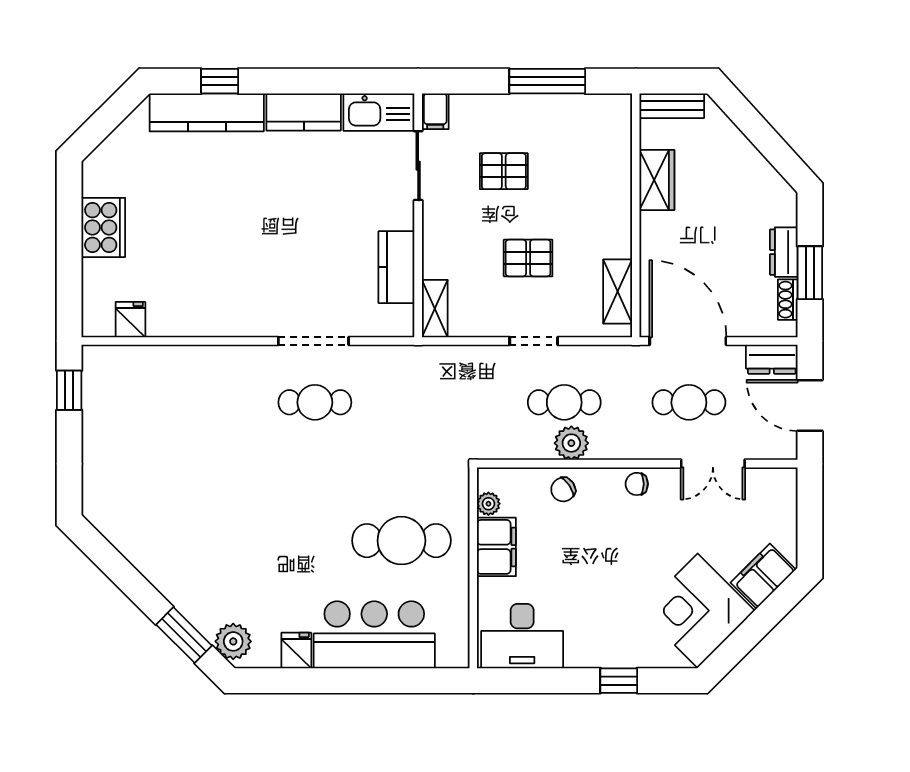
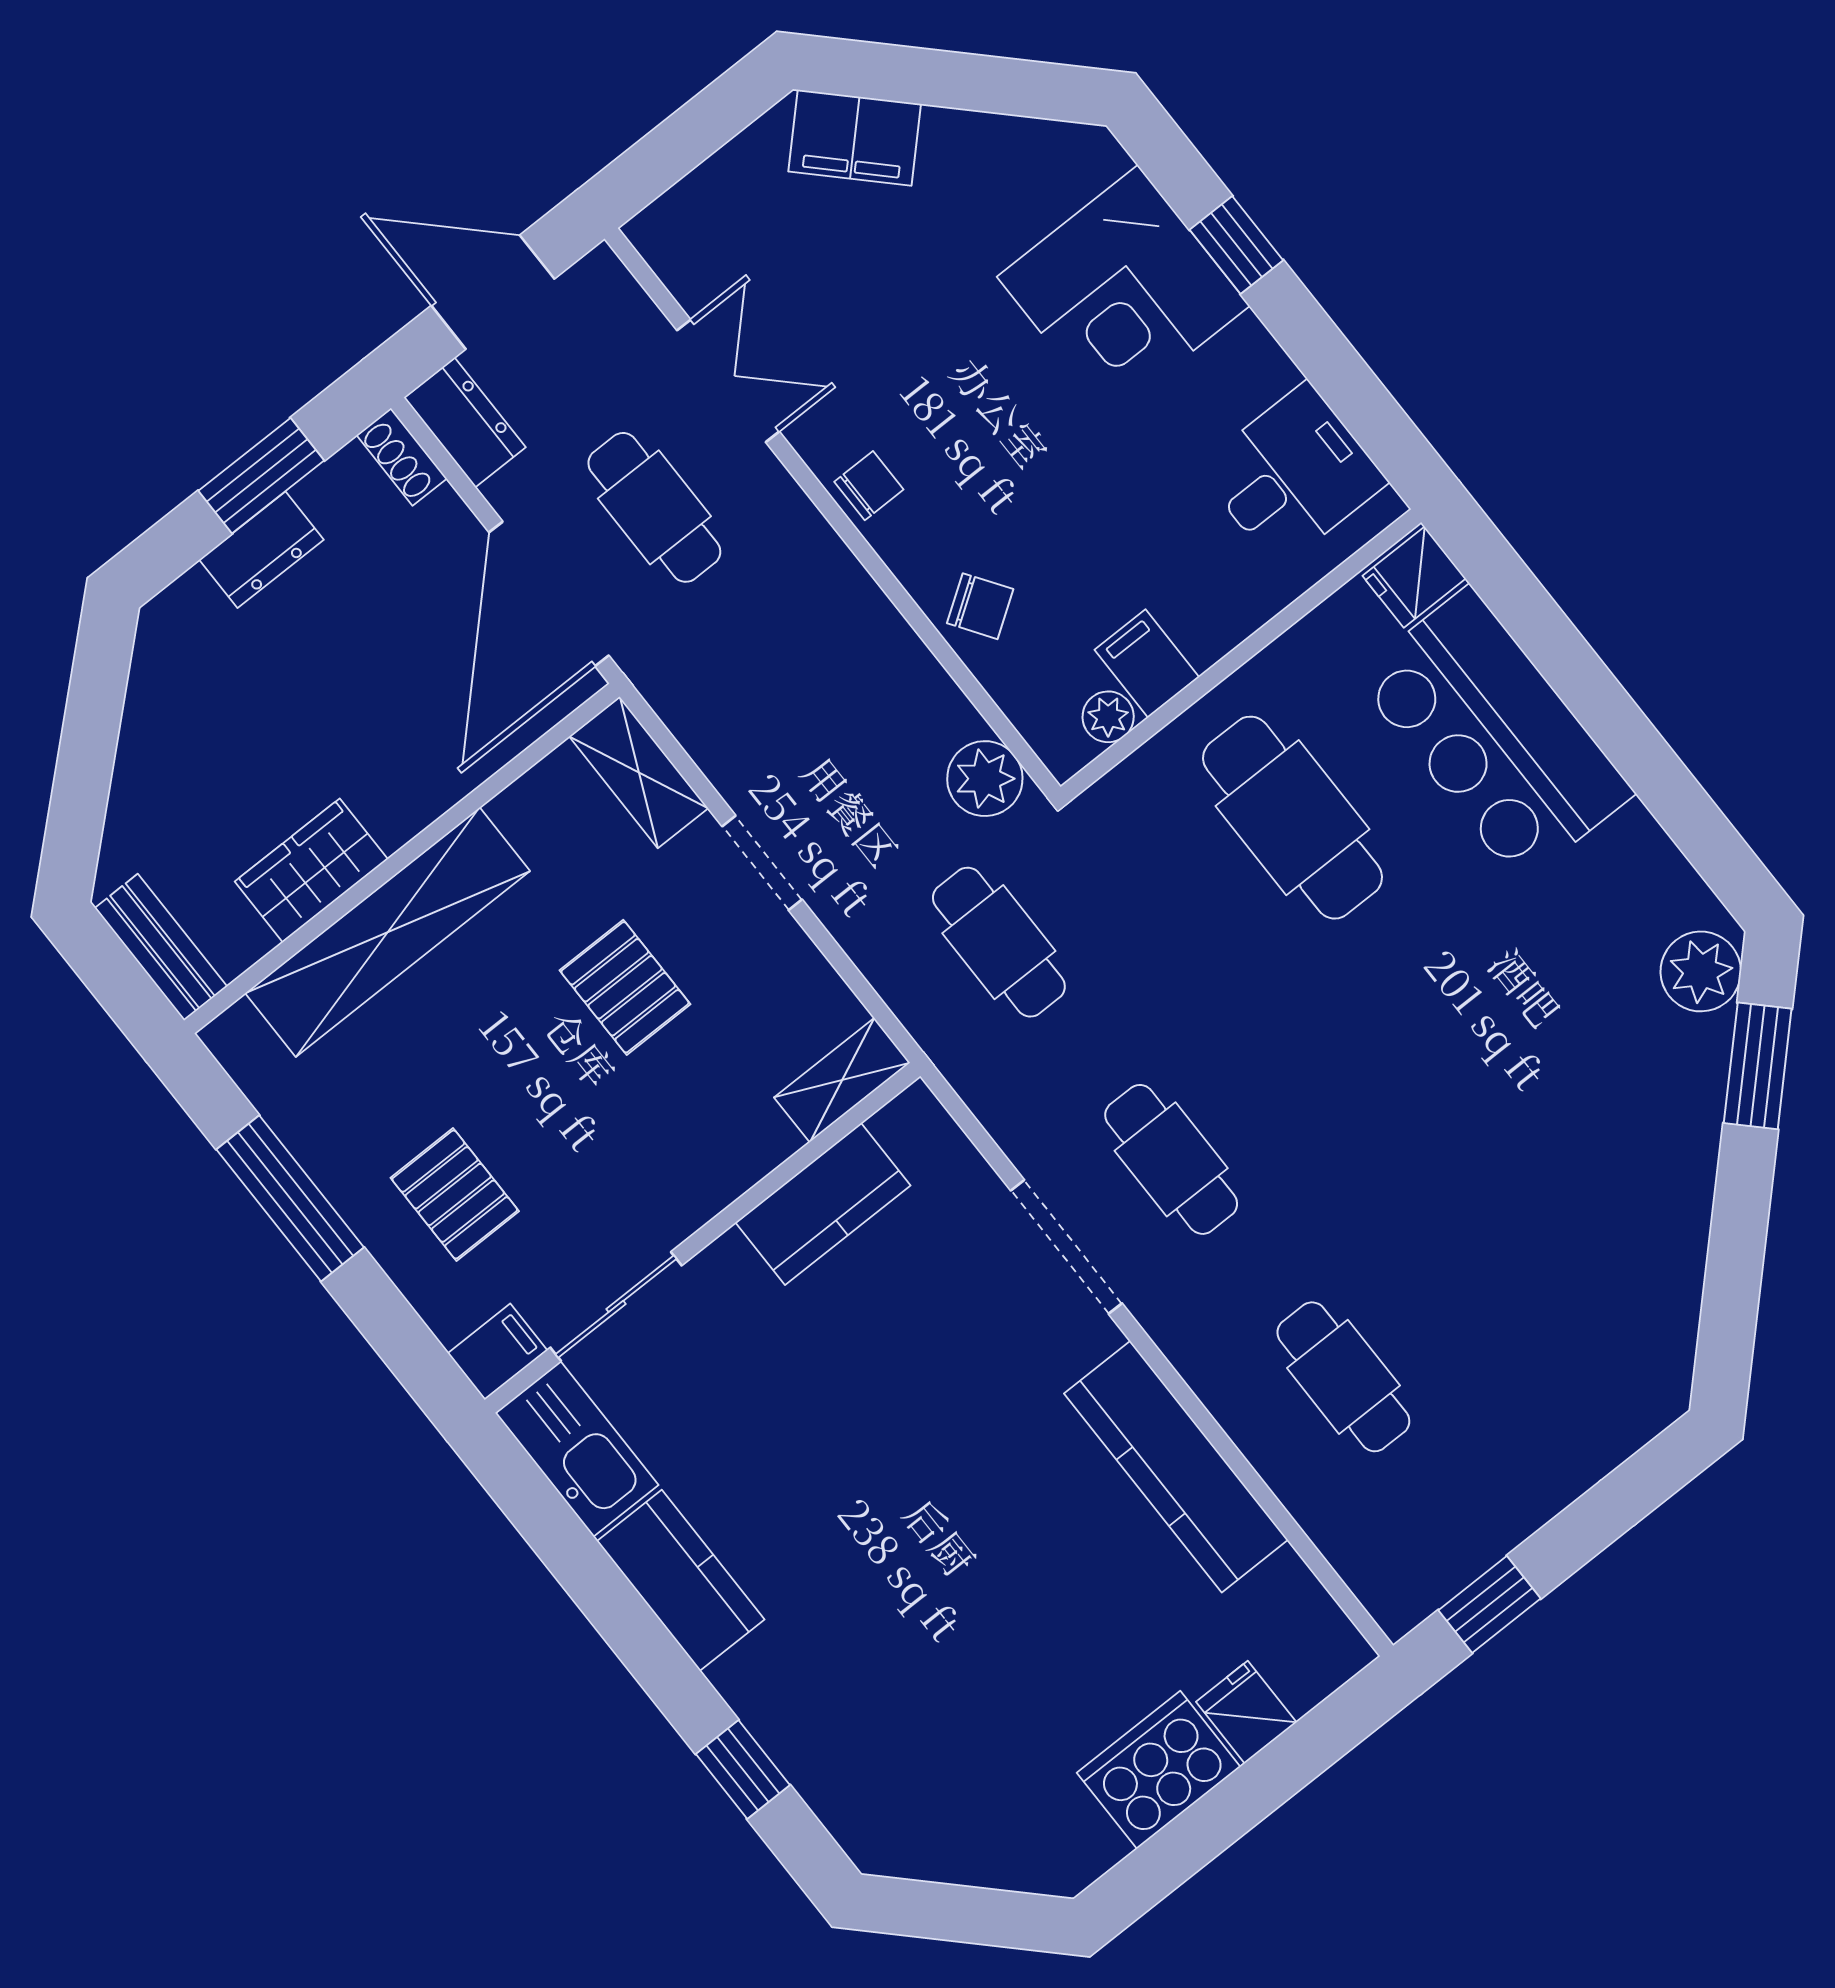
kitchen counter: (207, 112) -> (1176, 1467), moved, turned 180
pallet: (504, 171) -> (455, 1195), moved
shelving: (614, 190) -> (388, 932), added
shelving: (618, 292) -> (639, 772), moved, turned 90
shoe rack: (788, 300) -> (402, 457), moved, turned 90
fridge: (130, 320) -> (1246, 1712), moved, turned 90
cafe table: (190, 402) -> (1343, 1377), added
cafe table: (564, 402) -> (999, 942), moved
door: (810, 406) -> (493, 292), swing flipped
plant: (571, 443) -> (985, 779), moved
chair: (637, 484) -> (869, 486), turned -90
filing cabinet: (496, 547) -> (1147, 663), width x0.50
corner desk: (698, 611) -> (1123, 291), moved, turned 45
desk: (522, 636) -> (1292, 475), width x0.73
fridge: (296, 651) -> (1414, 577), moved

